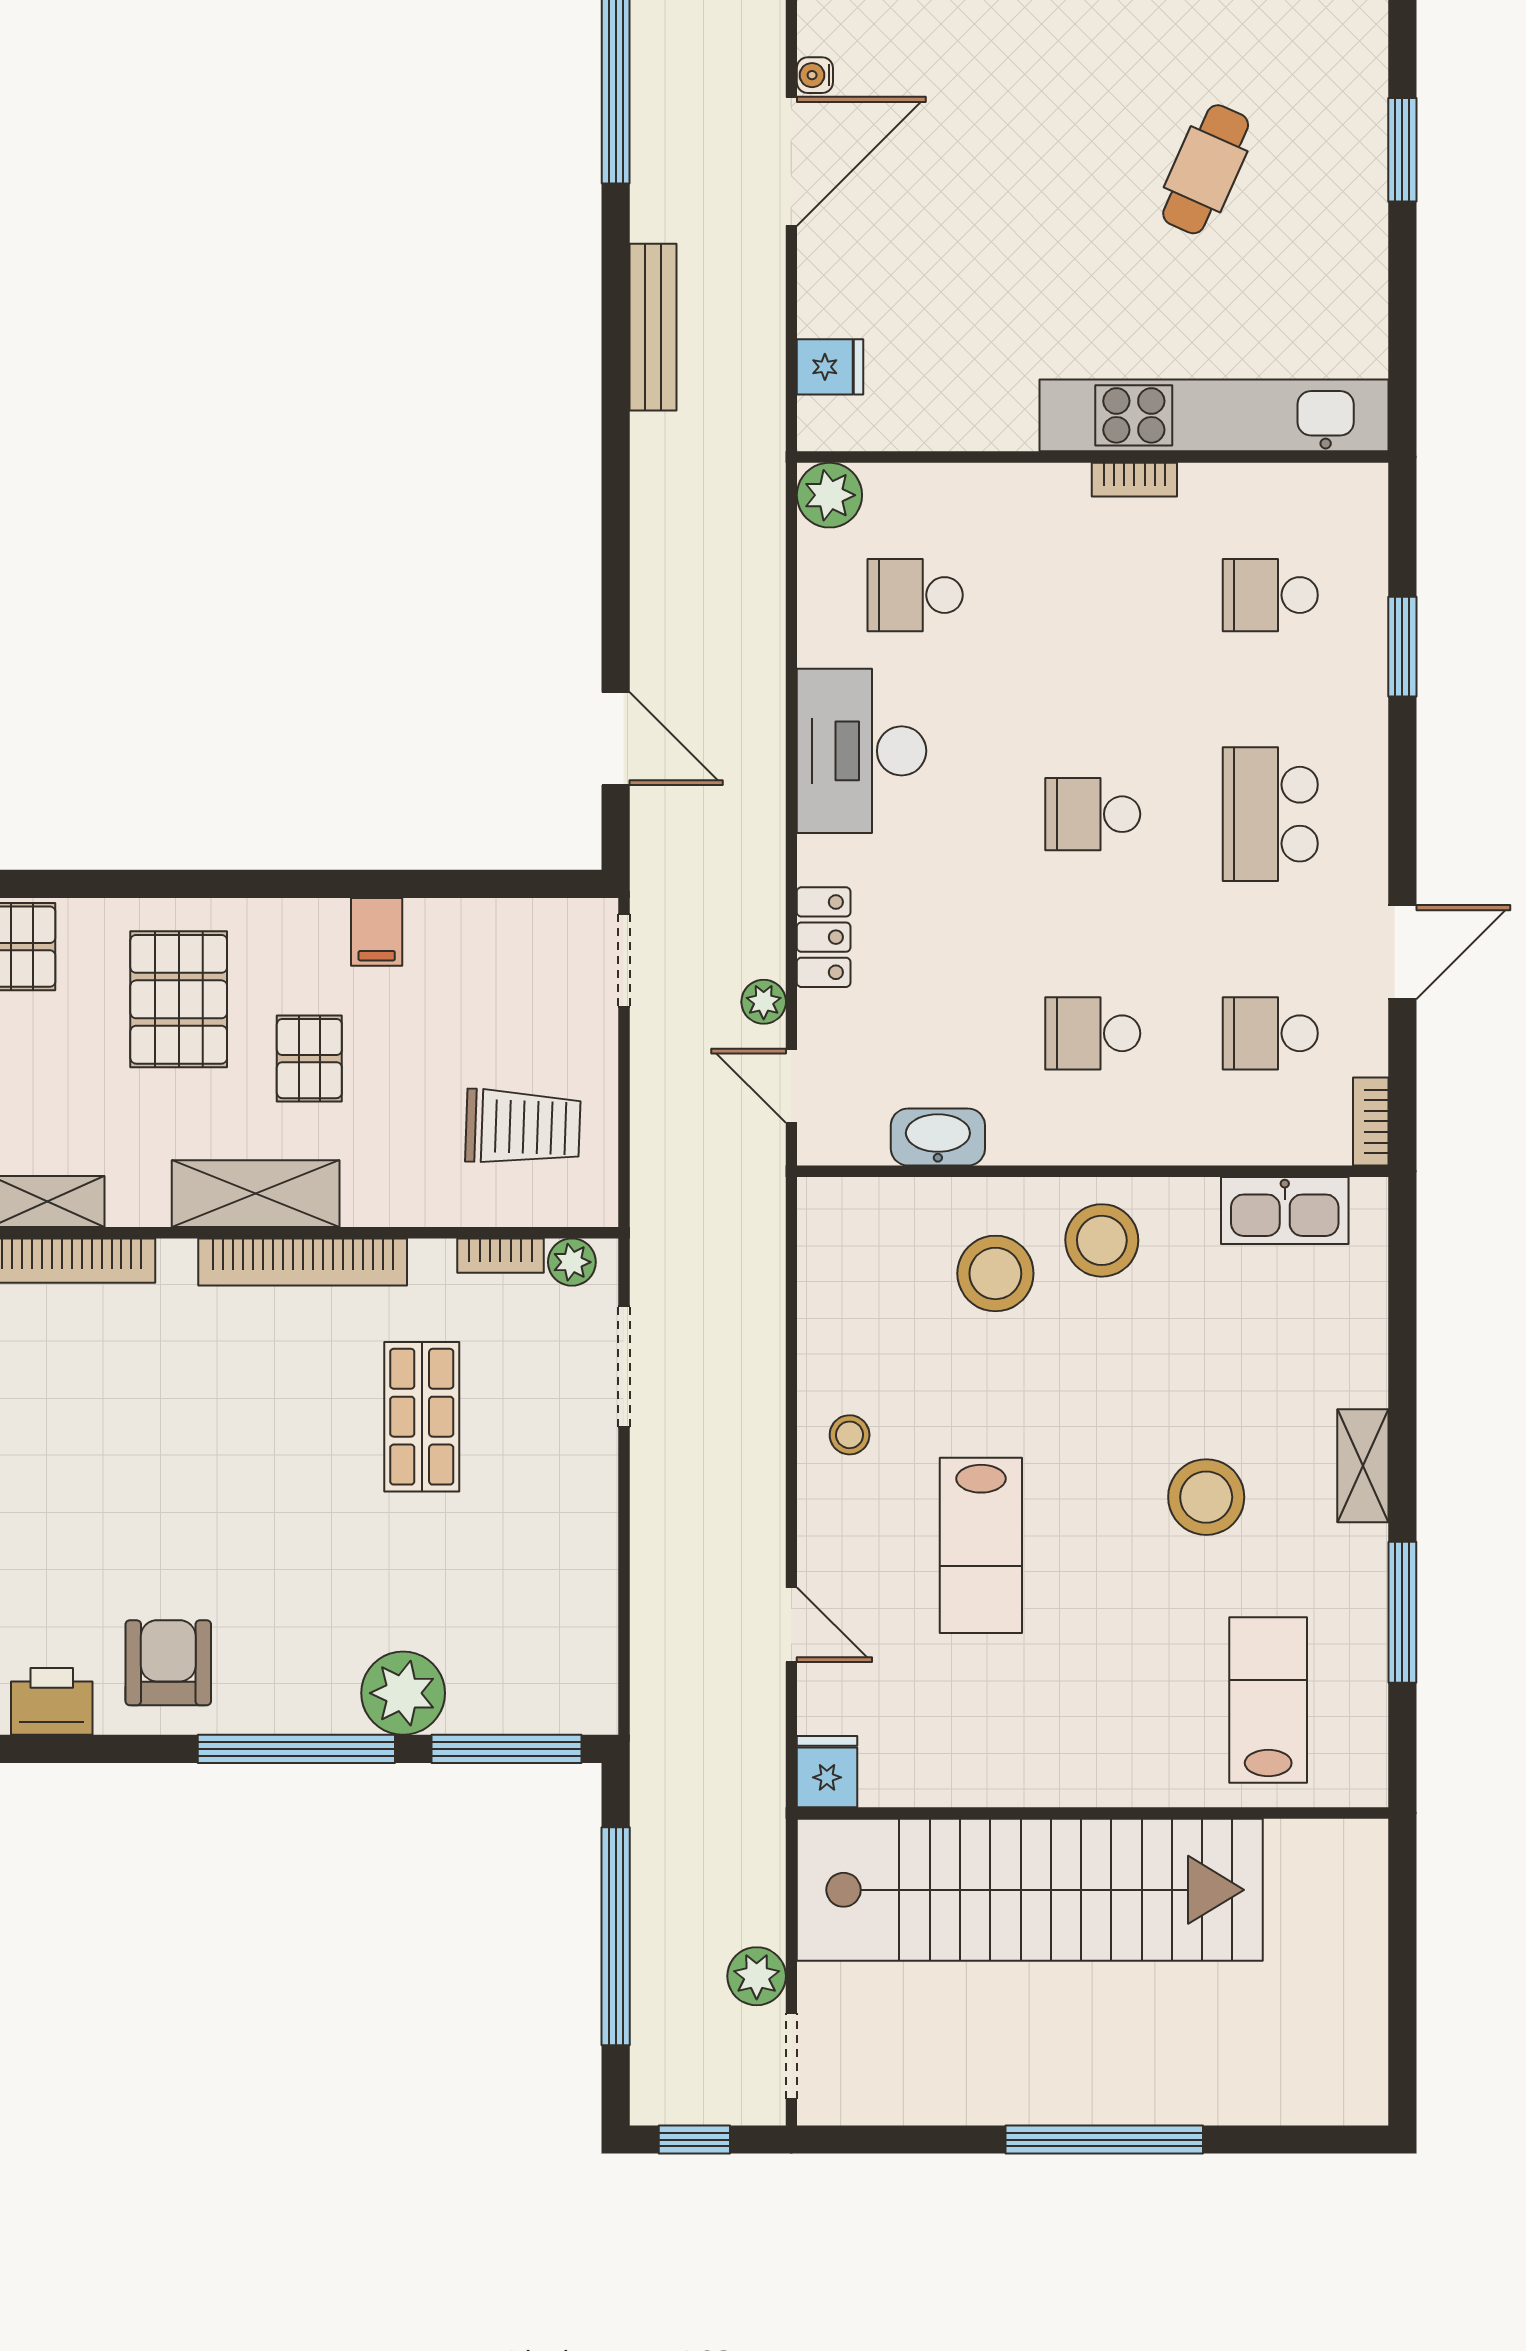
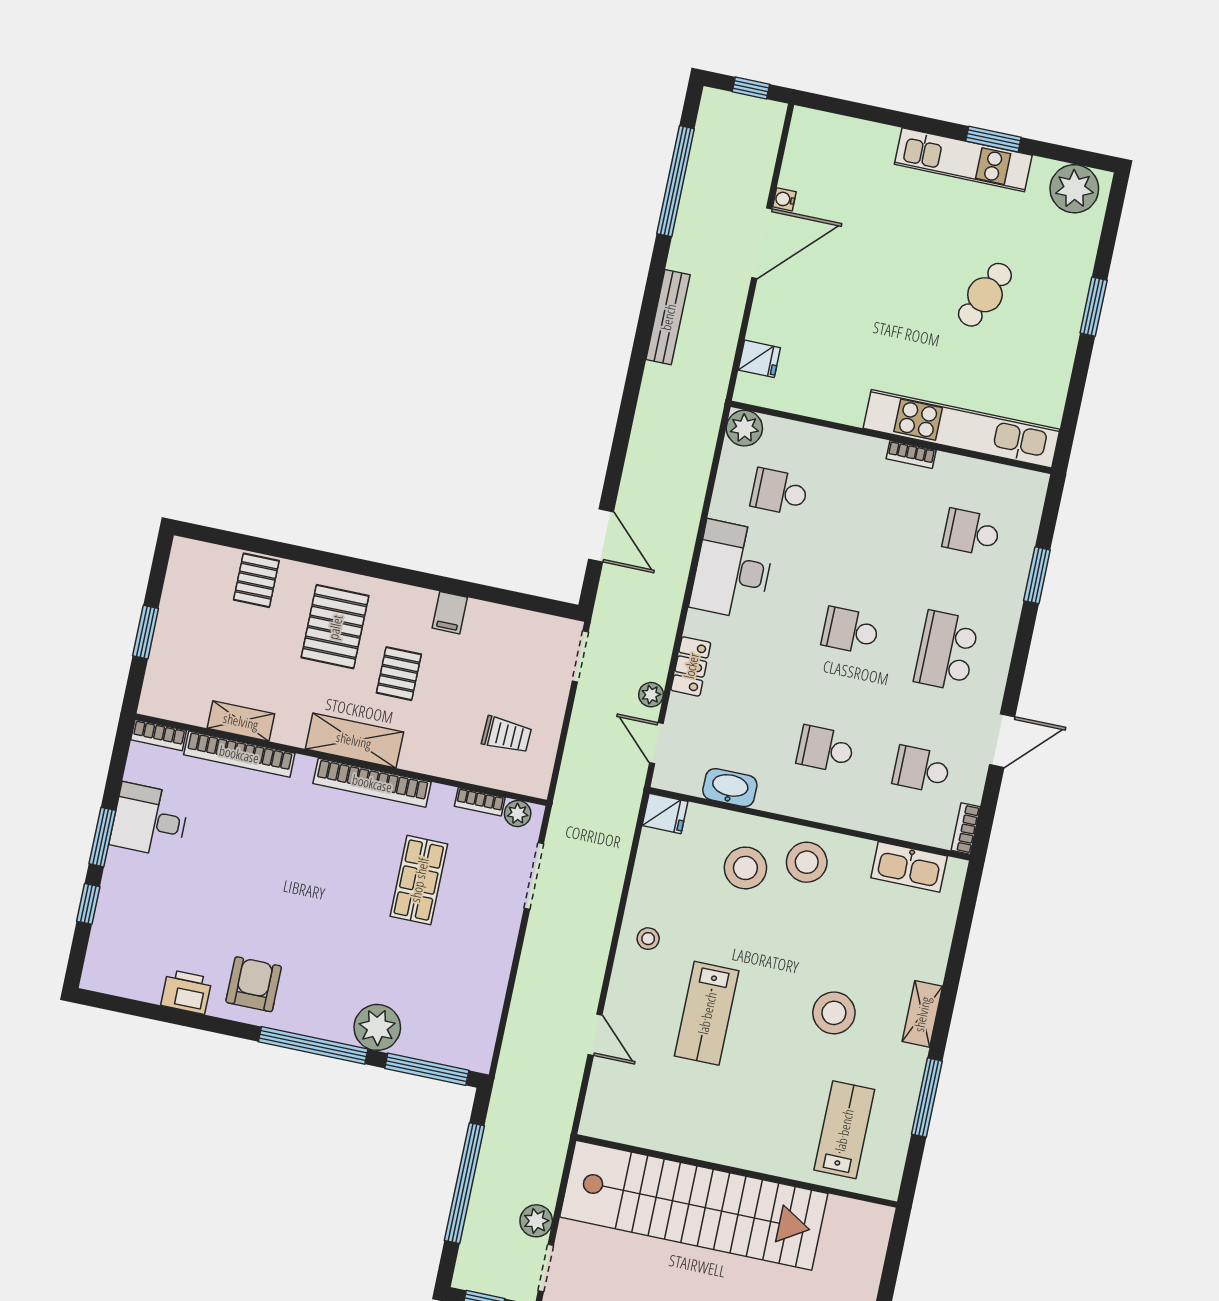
trolley: (523, 1127) -> (507, 735), width x0.73, depth x0.72
fridge: (827, 1772) -> (665, 813), moved, turned 90

